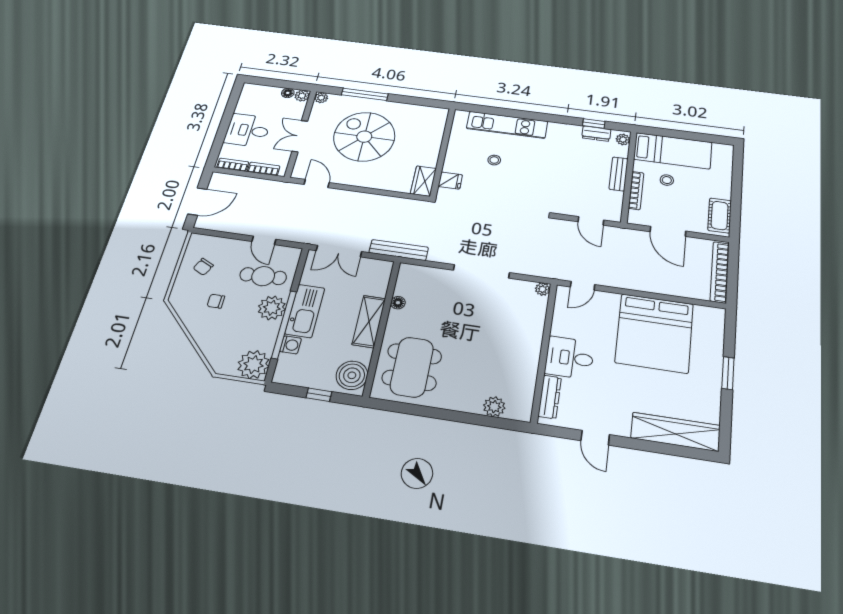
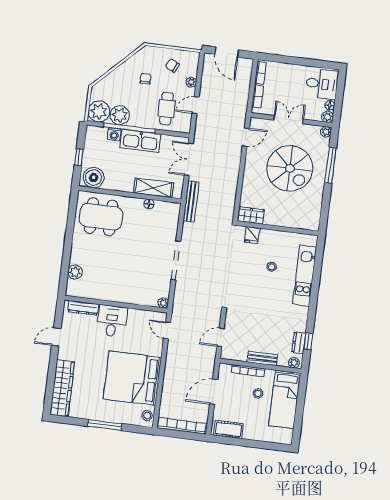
desk: (248, 130) -> (322, 84), moved, turned 90
spiral stairs: (364, 137) -> (290, 168), turned 90
plant: (231, 245) -> (191, 82), added
plant: (272, 308) -> (120, 115), moved
stool: (709, 315) -> (147, 416), added
shelving: (369, 321) -> (154, 188), moved
window: (728, 373) -> (105, 425), width x1.44

